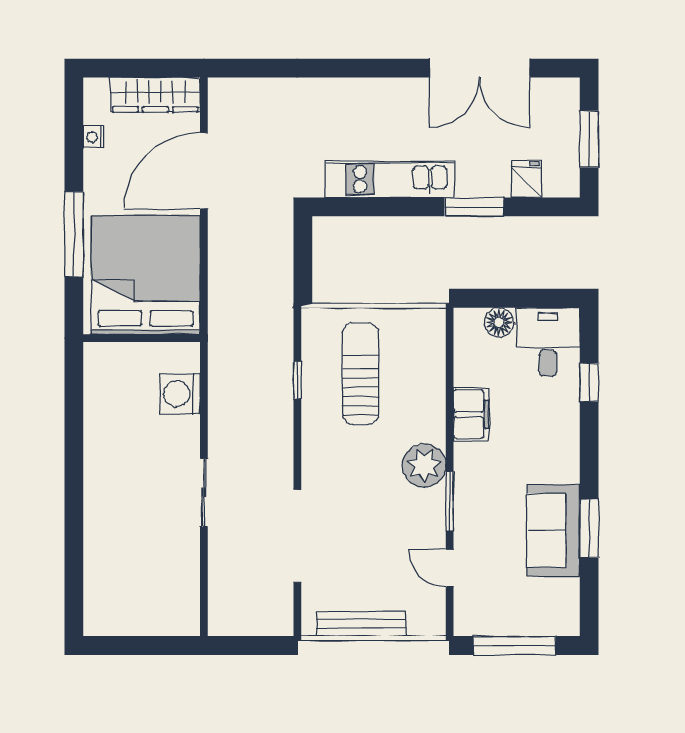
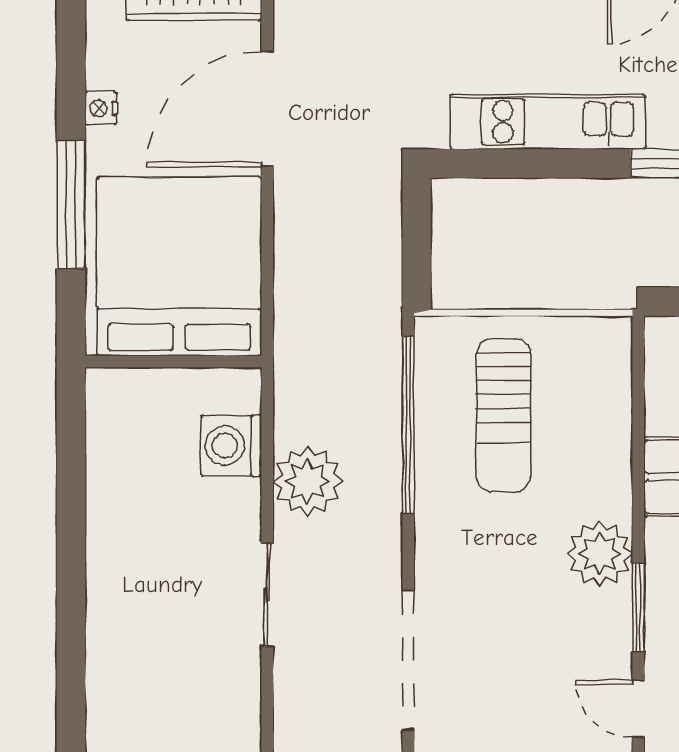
nightstand: (94, 137) -> (101, 108), moved
sun lounger: (361, 374) -> (504, 415), turned 180
window: (297, 380) -> (408, 425), width x3.17
plant: (231, 417) -> (308, 481), added

